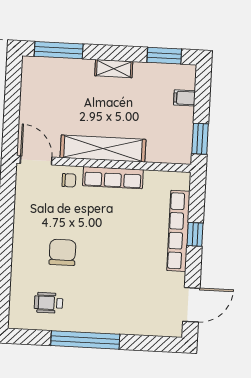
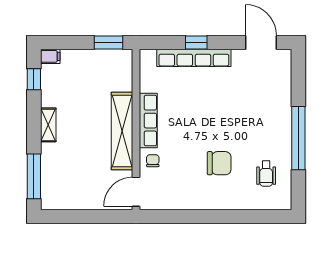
window: (164, 56) -> (34, 79), width x0.67
filing cabinet: (184, 98) -> (50, 56), moved, turned -90
chair: (62, 252) -> (219, 163), turned 180

